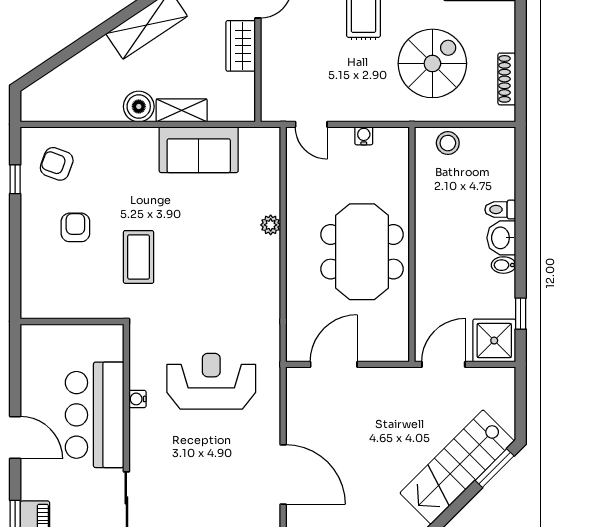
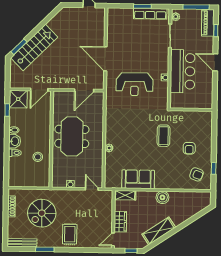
shelving: (182, 110) -> (125, 195), moved
stool: (448, 143) -> (38, 157), moved
door: (283, 475) -> (105, 59), moved

